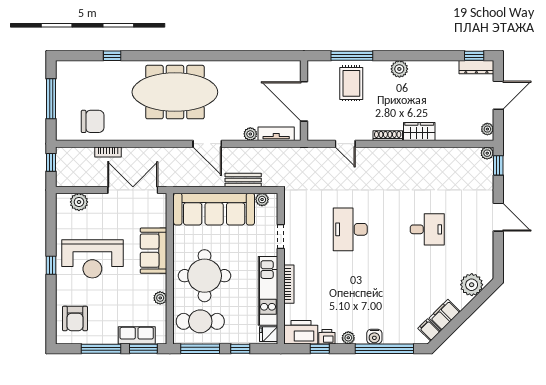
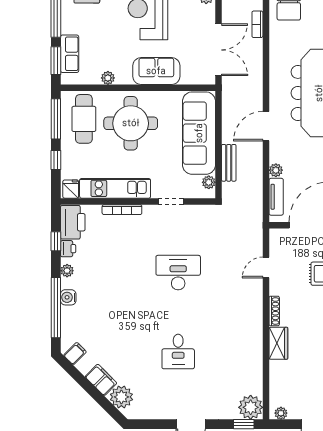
plant: (487, 153) -> (251, 407), width x1.88, depth x1.88
filing cabinet: (445, 315) -> (101, 380), moved

